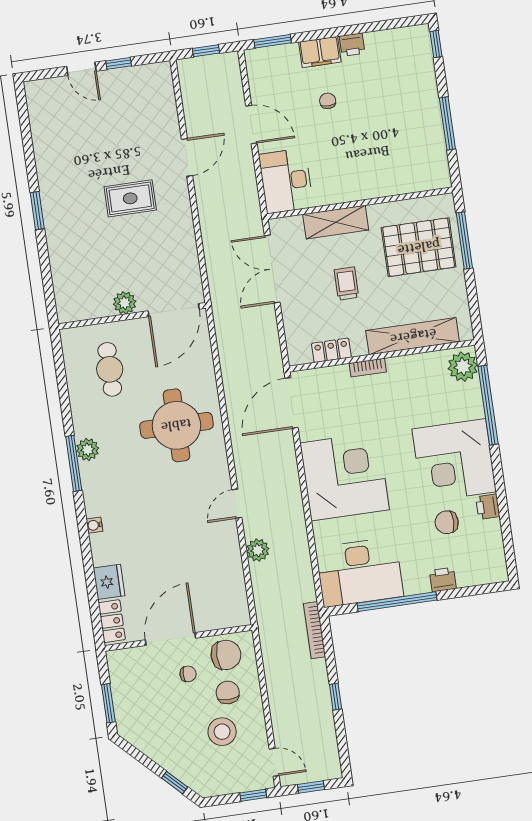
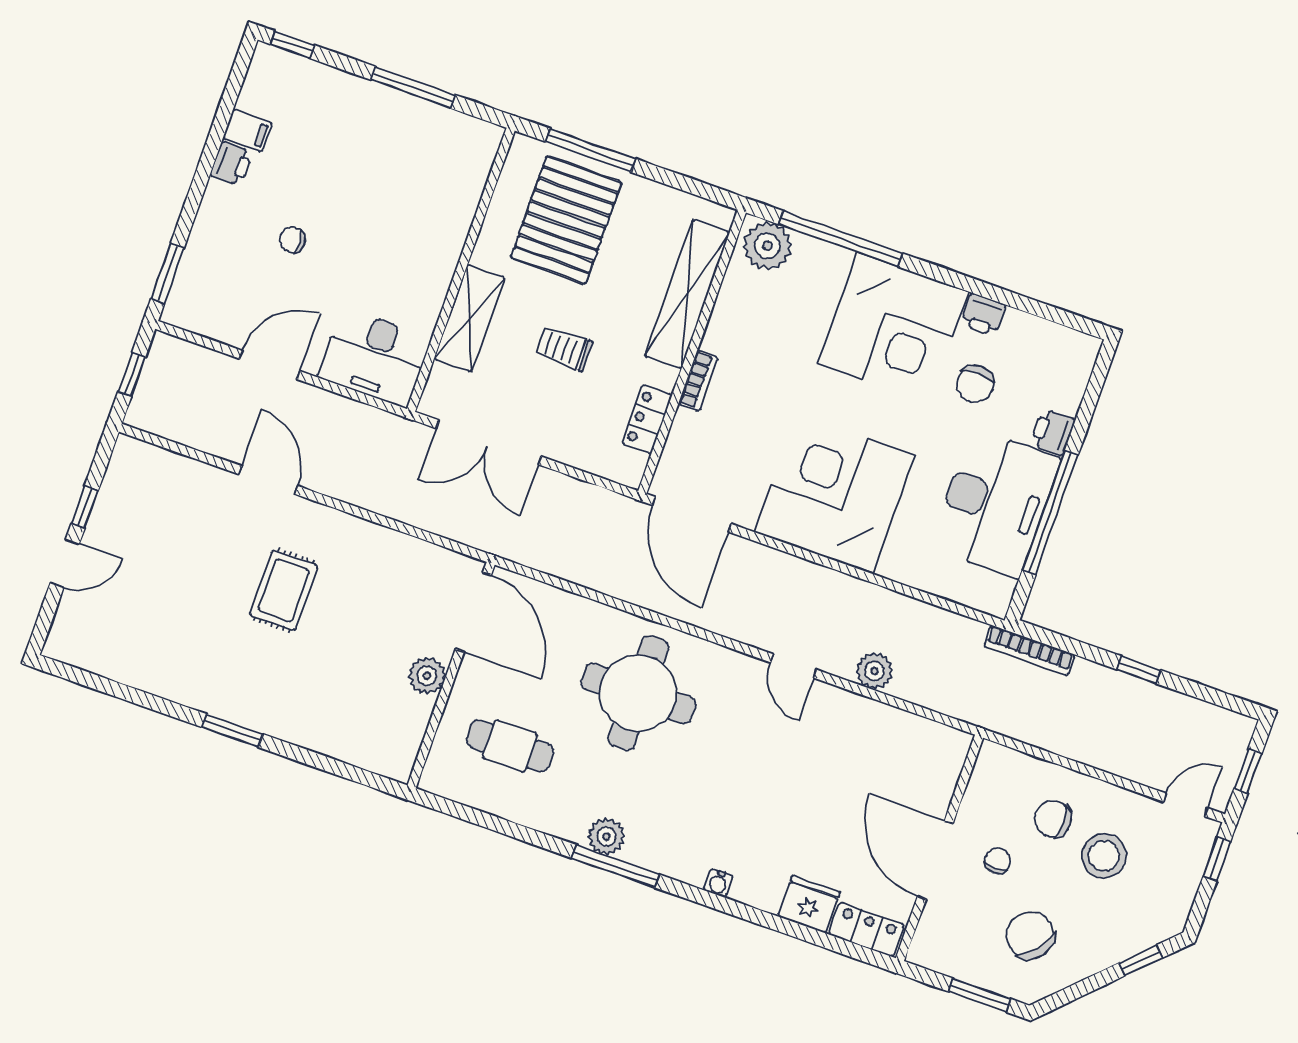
filing cabinet: (320, 52) -> (248, 131), moved, width x0.50
desk: (359, 572) -> (995, 503), moved
chair: (226, 655) -> (1030, 935), moved, turned -51

